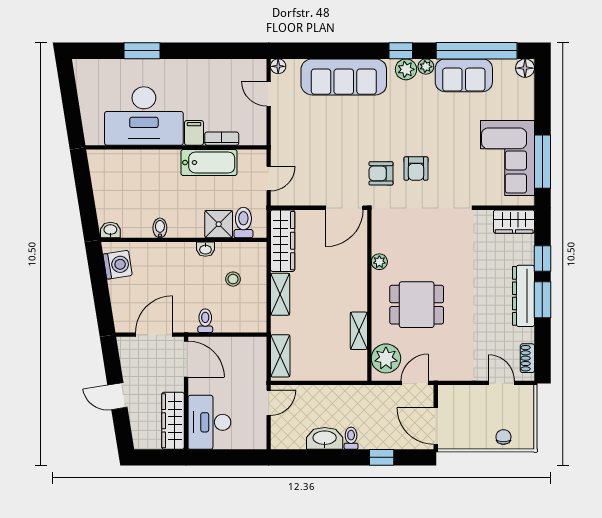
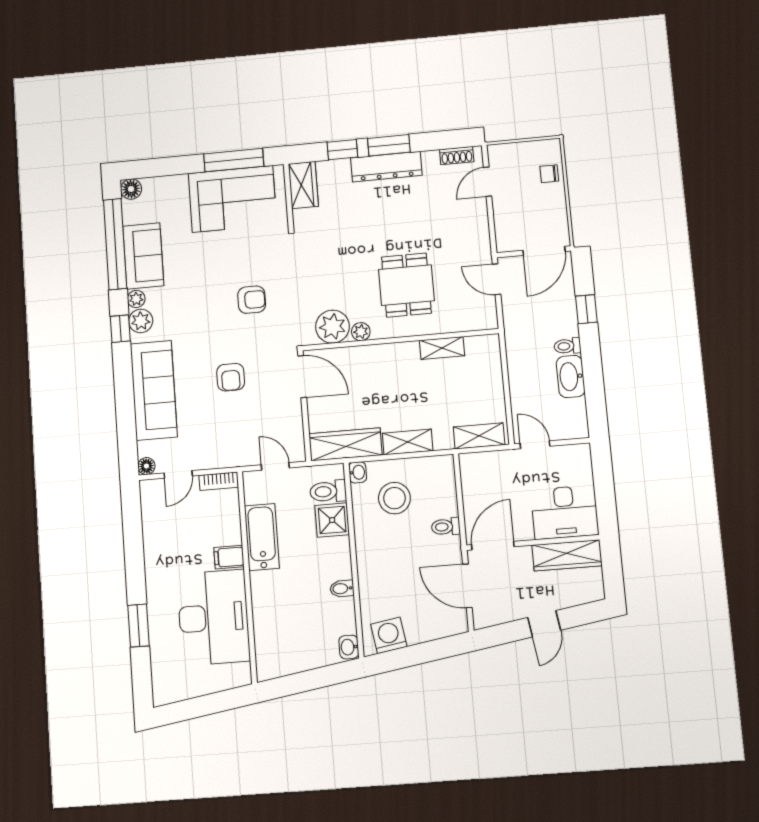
bookcase: (222, 139) -> (219, 481), moved, turned -90
armchair: (381, 173) -> (231, 377), moved
washbasin: (205, 249) -> (358, 472), moved
stool: (233, 279) -> (394, 498), width x1.89, depth x1.89
plant: (386, 358) -> (332, 327), moved

